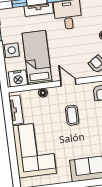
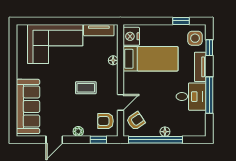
side table: (12, 50) -> (195, 38), moved
door: (68, 82) -> (120, 102), moved

